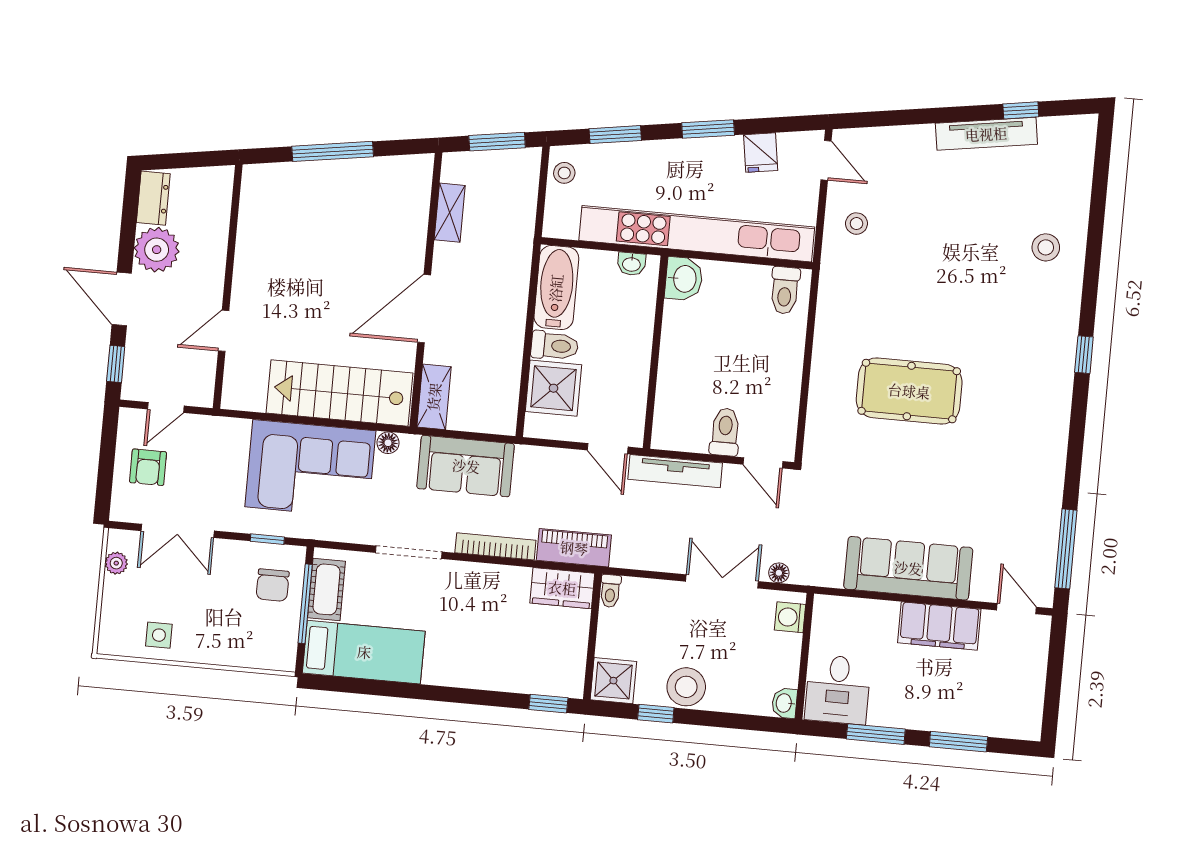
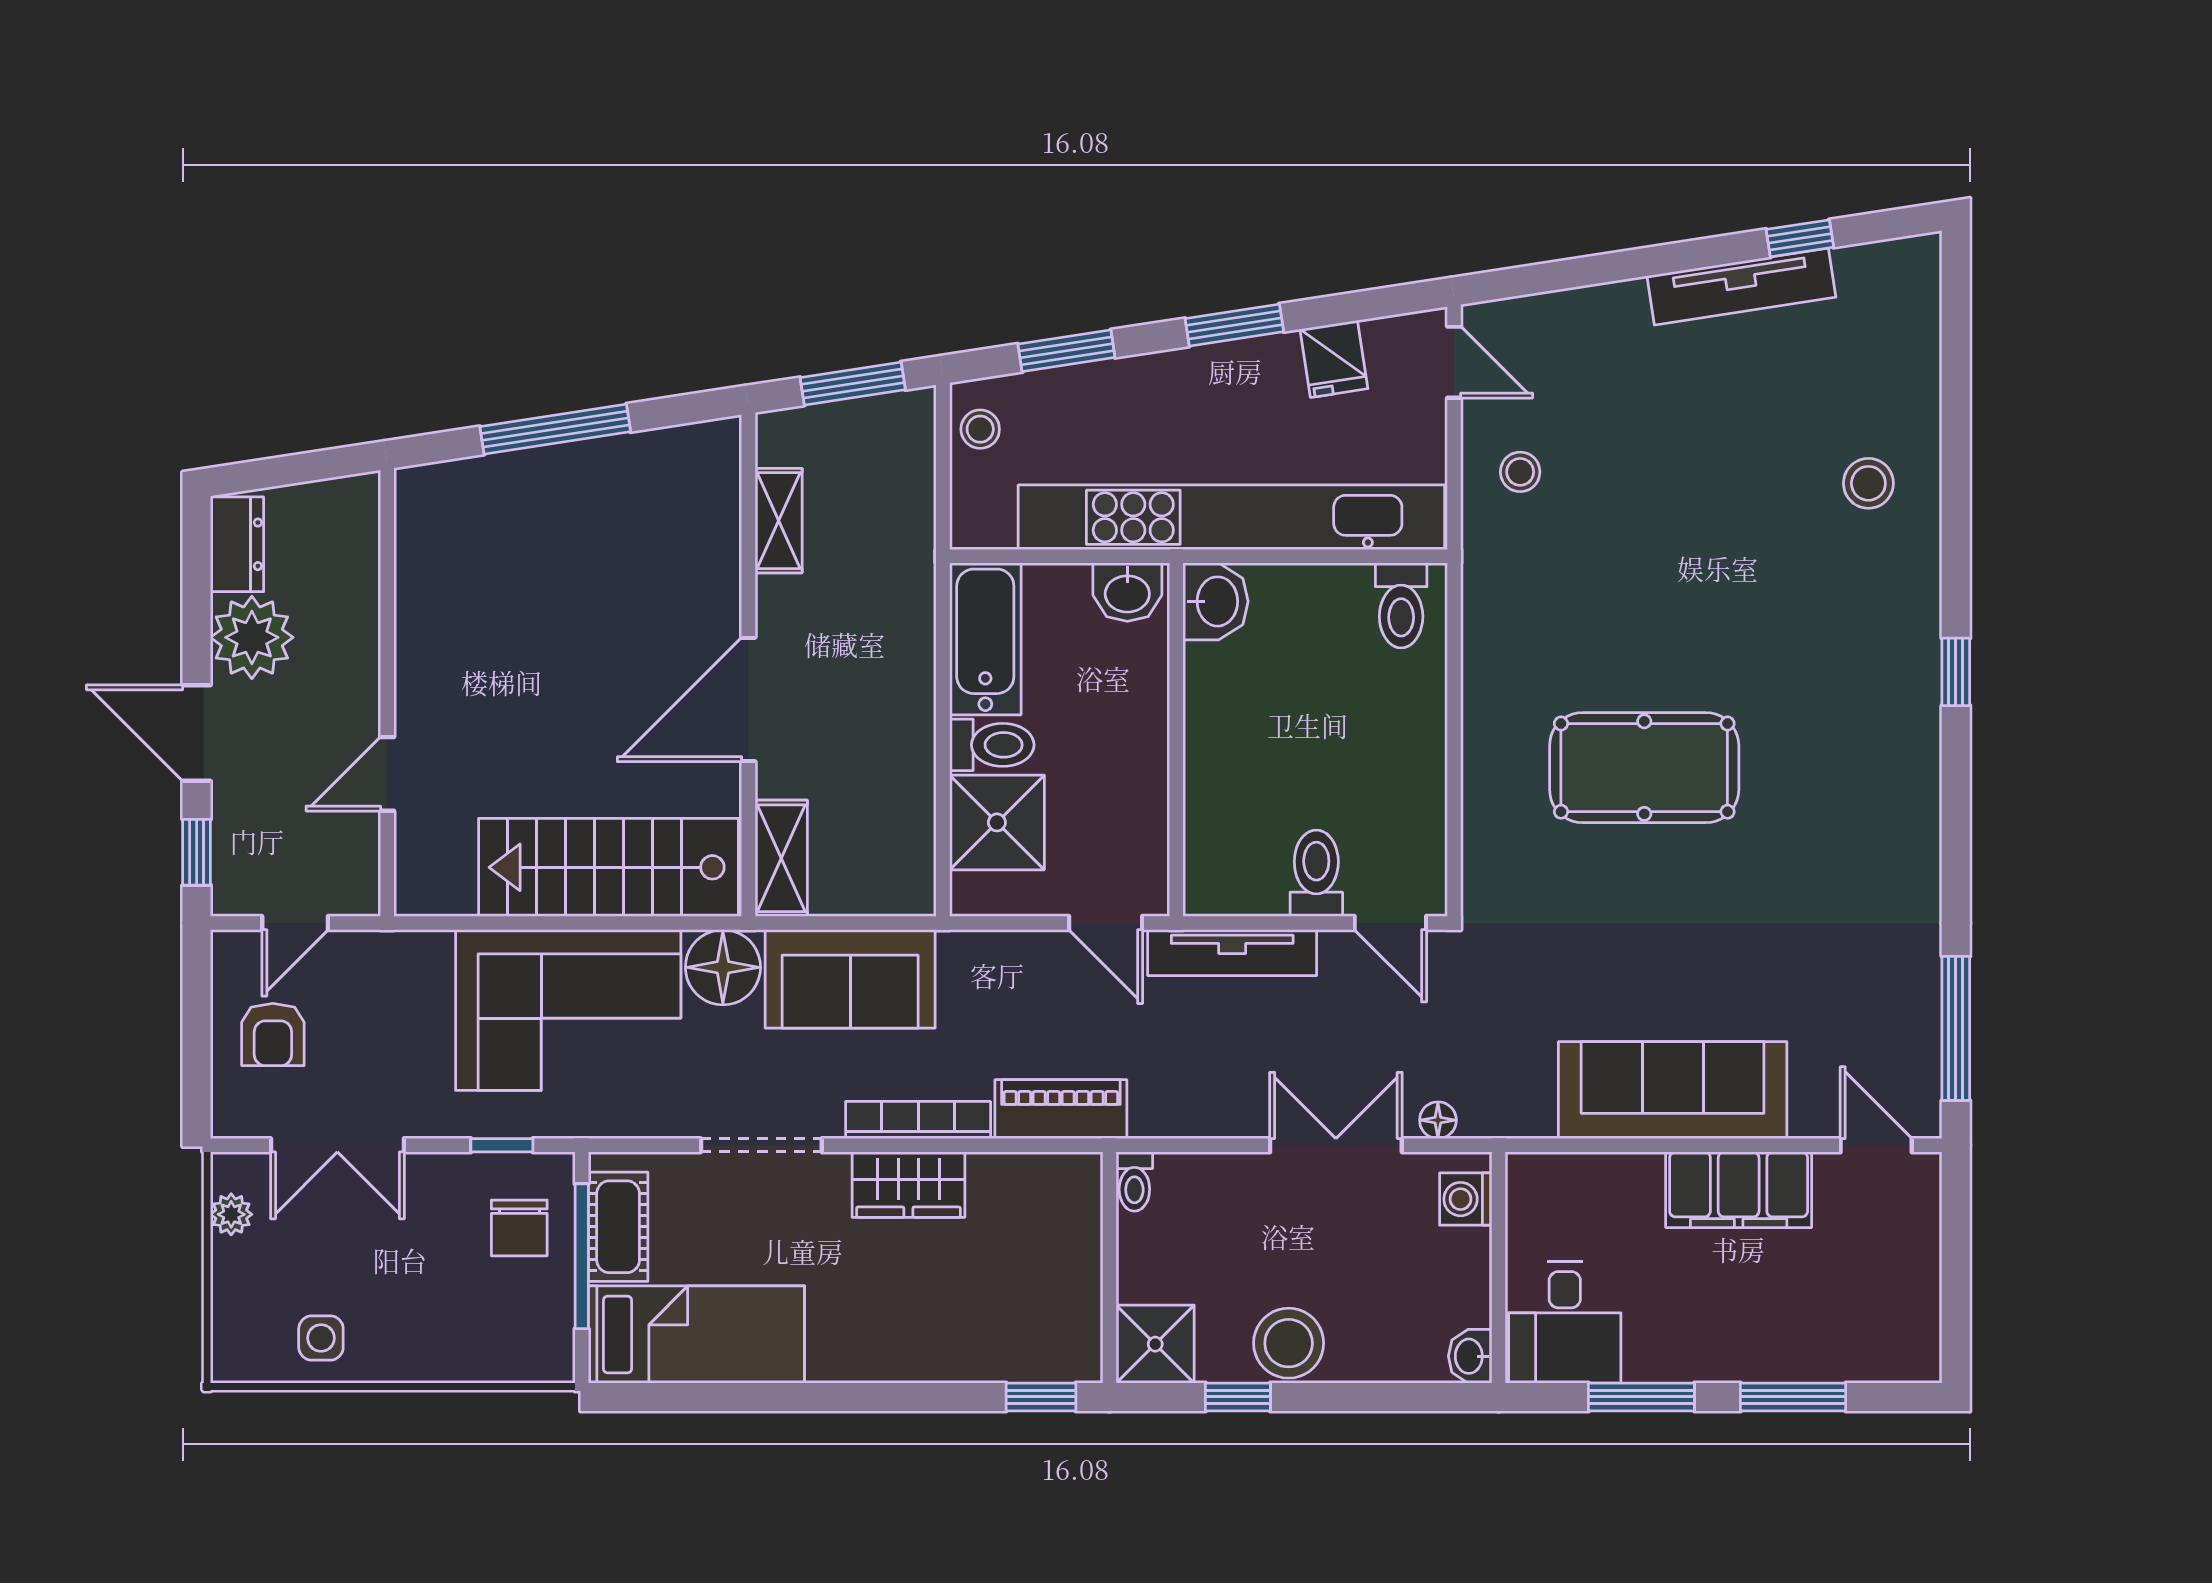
washbasin: (631, 264) -> (1127, 592), width x1.38, depth x1.45
floor lamp: (388, 443) -> (723, 967), width x1.89, depth x1.89
wardrobe: (562, 588) -> (908, 1185), moved

